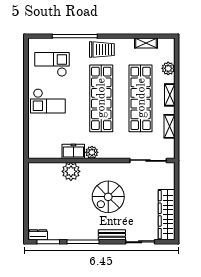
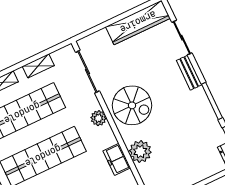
plant: (92, 152) -> (98, 118), moved
spiral stairs: (108, 197) -> (132, 105), moved

